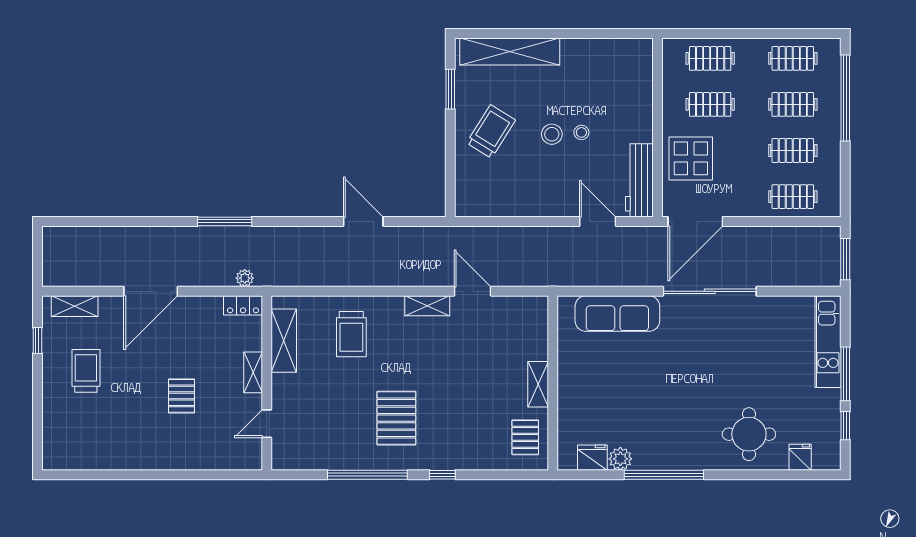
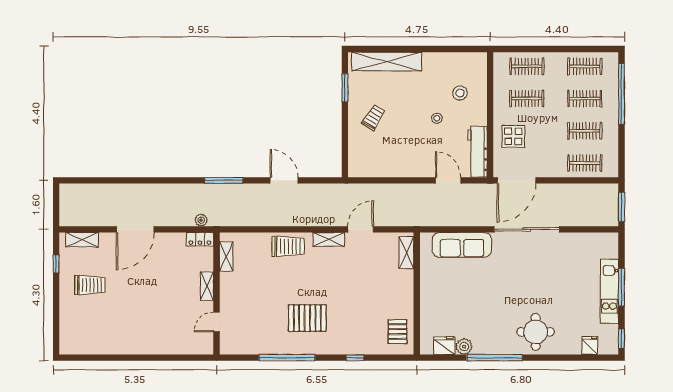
trolley: (491, 131) -> (373, 117), width x0.73, depth x0.72
stool: (552, 134) -> (460, 93), moved
display table: (691, 158) -> (513, 136), width x0.73, depth x0.73
window: (225, 221) -> (224, 180), moved
door: (473, 291) -> (361, 229), hinge flipped
trolley: (351, 334) -> (288, 246), moved, turned -90
shelving: (284, 341) -> (226, 256), width x0.67, depth x0.75
kitchen unit: (828, 342) -> (609, 291), moved
trolley: (86, 371) -> (90, 285), turned 90
shelving: (538, 384) -> (406, 253), moved
pallet: (181, 396) -> (157, 303), removed
pallet: (396, 418) -> (307, 318), turned 90
window: (845, 426) -> (622, 339), moved
round table: (749, 434) -> (536, 332), moved
window: (442, 475) -> (355, 358), moved

